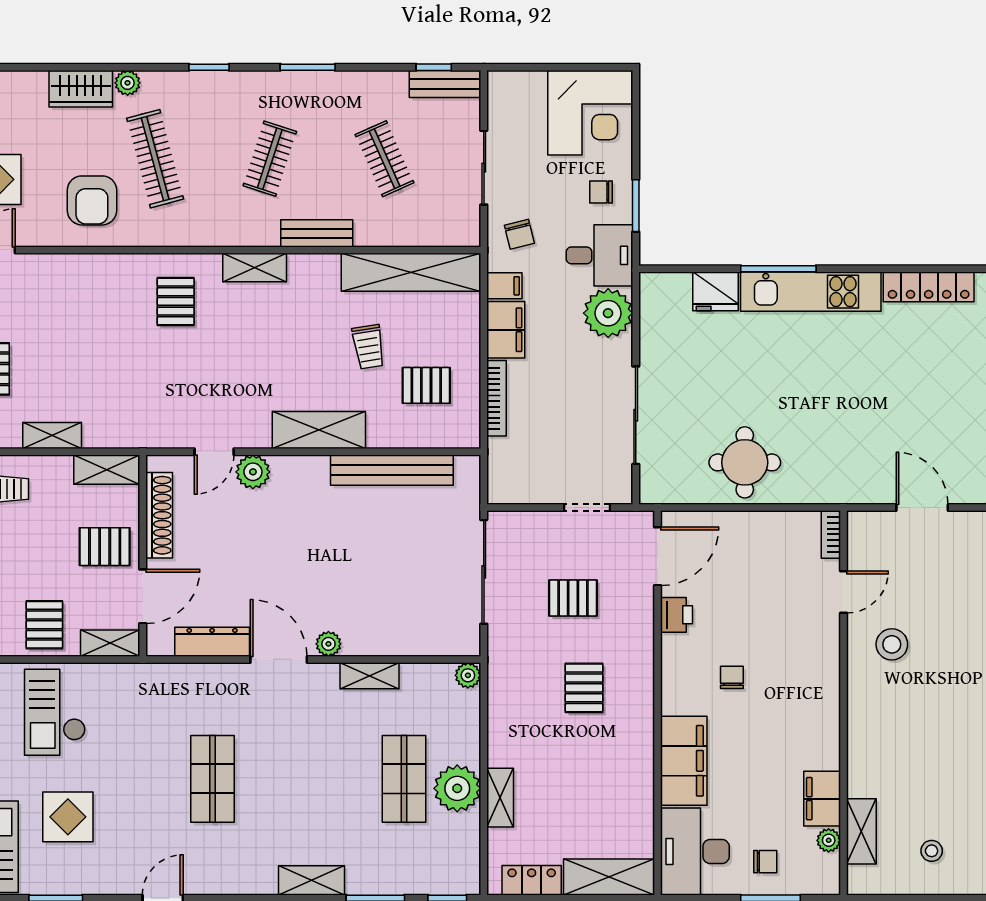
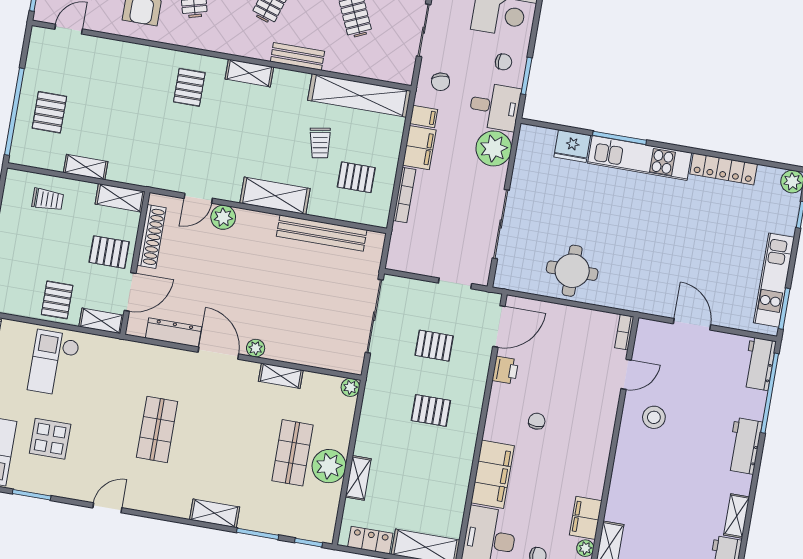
chair: (601, 192) -> (503, 62), turned 180
pallet: (584, 688) -> (431, 410), turned 90

